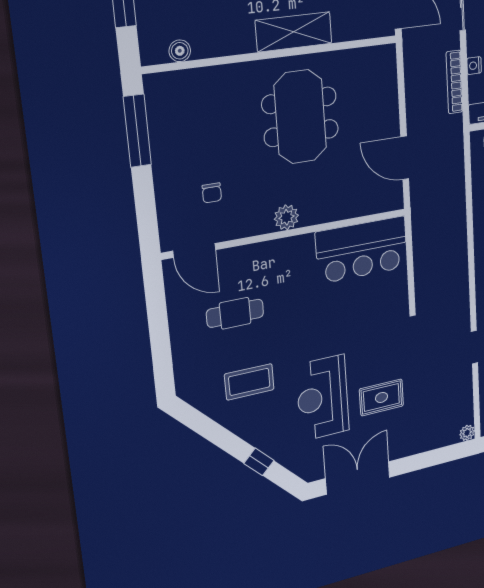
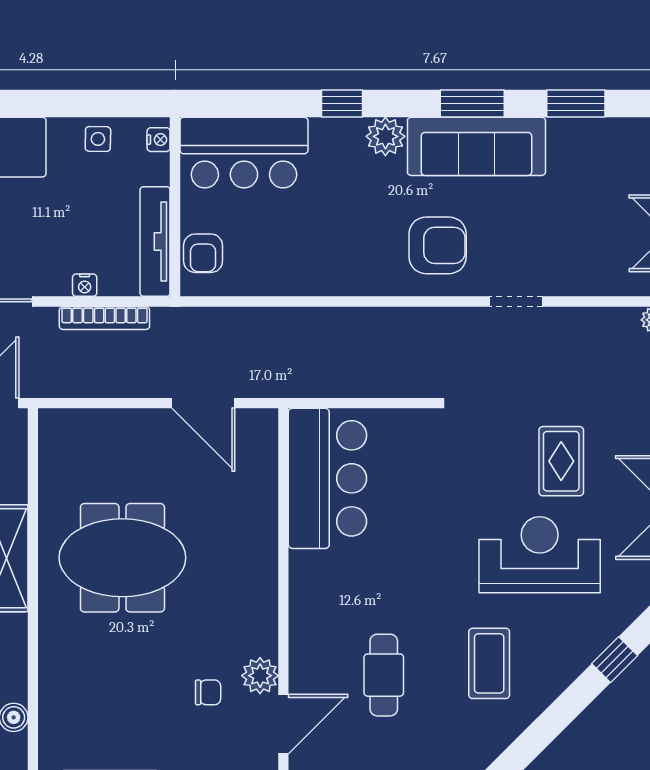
door: (405, 158) -> (203, 403), hinge flipped
plant: (286, 217) -> (260, 676), moved
reception desk: (323, 398) -> (540, 555), turned 180

